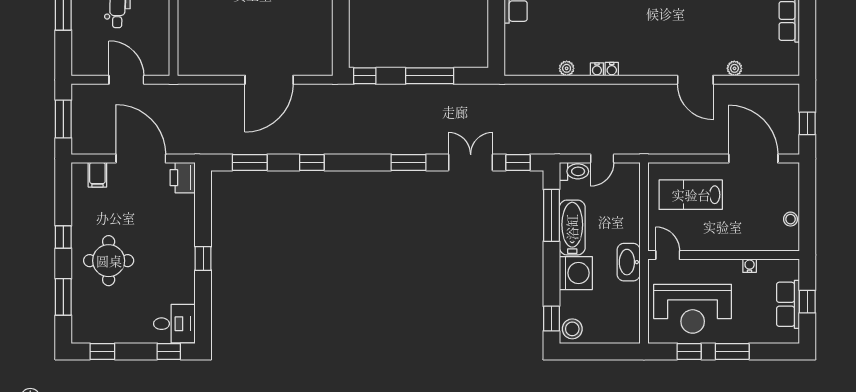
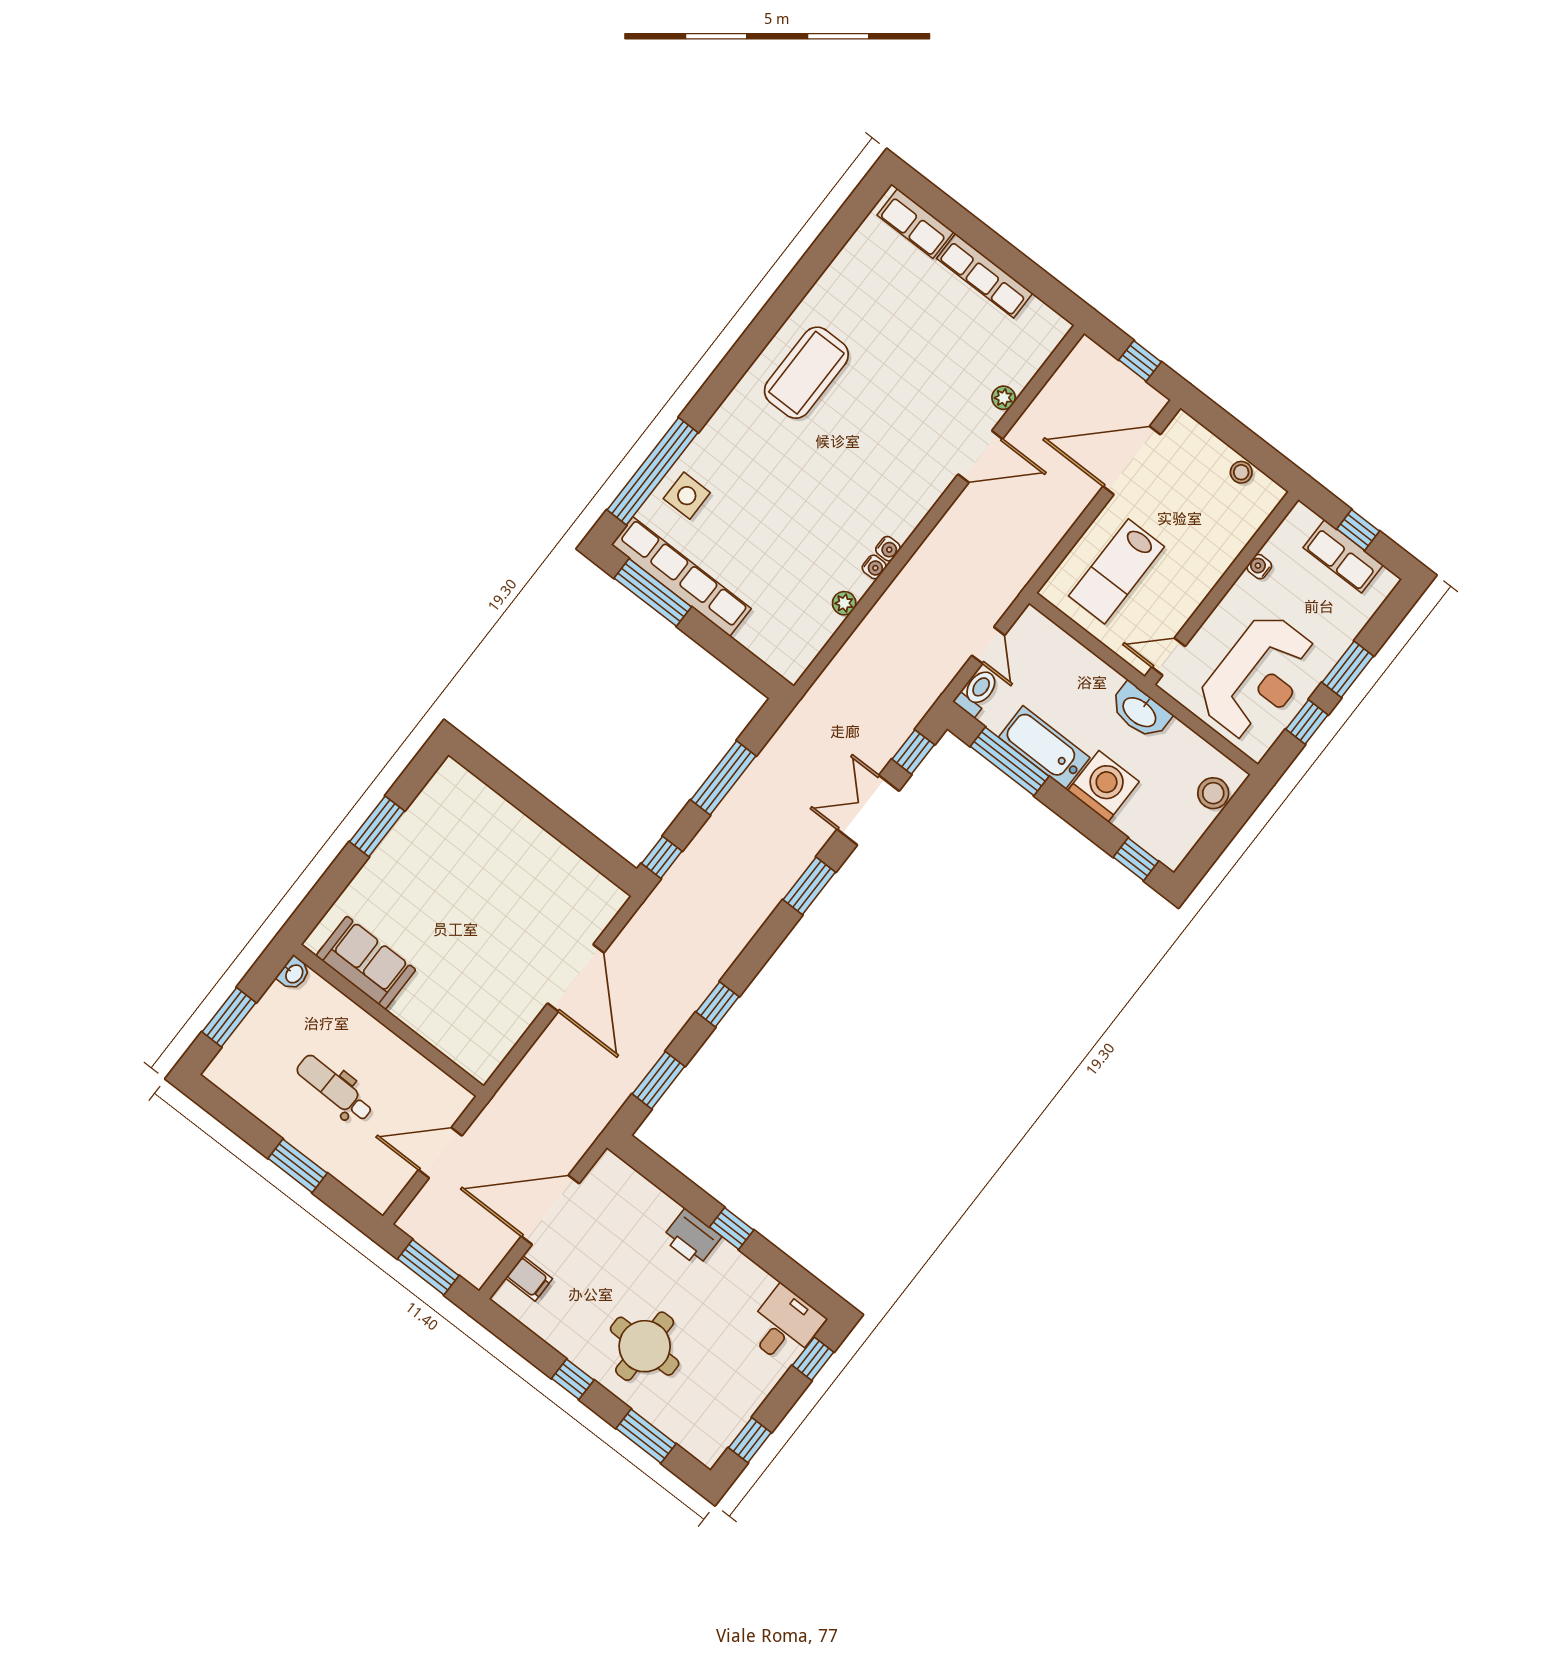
printer: (183, 178) -> (692, 1238), moved
stool: (572, 329) -> (1213, 793), moved

